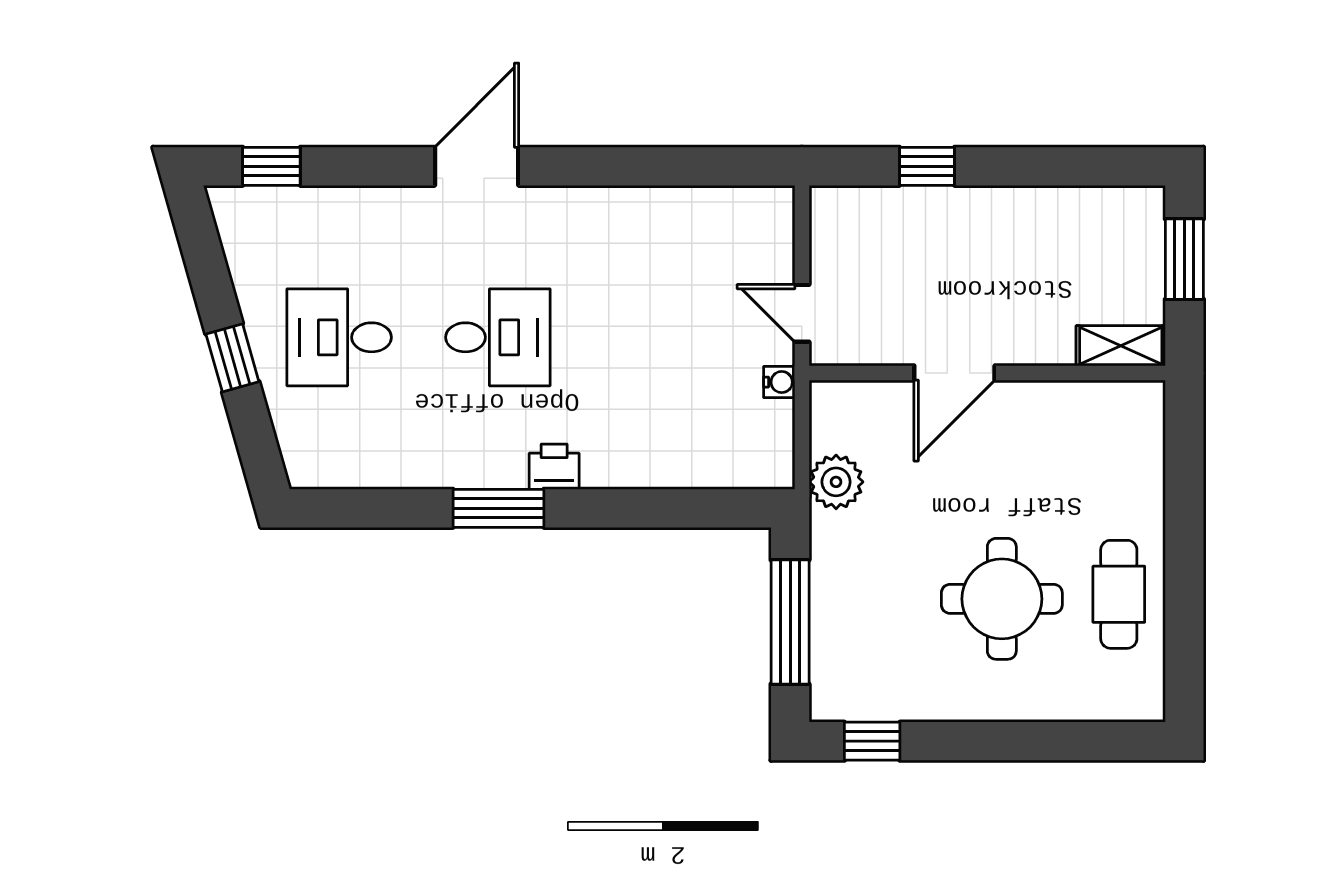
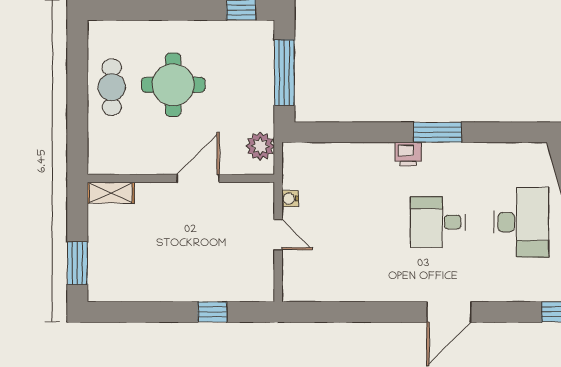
desk: (339, 337) -> (521, 222), width x1.37
shelving: (1121, 346) -> (111, 193), moved
door: (954, 373) -> (198, 178), moved
wall: (987, 373) -> (181, 178), moved

